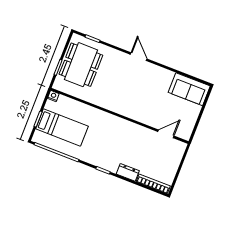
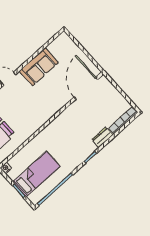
sofa: (189, 89) -> (39, 67), moved
door: (166, 134) -> (86, 88), width x1.87

